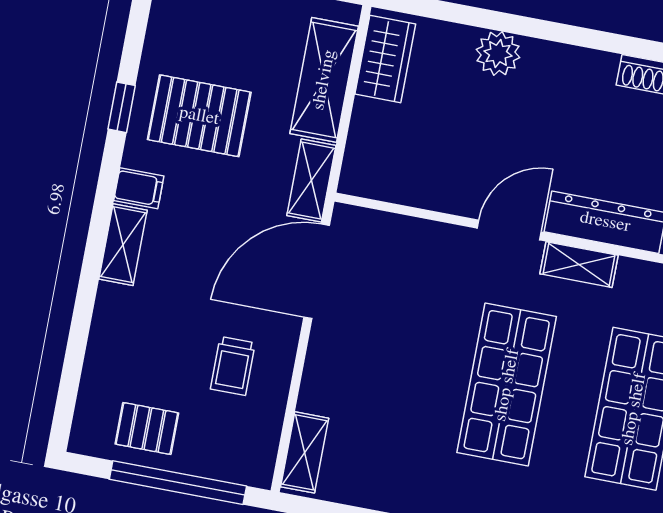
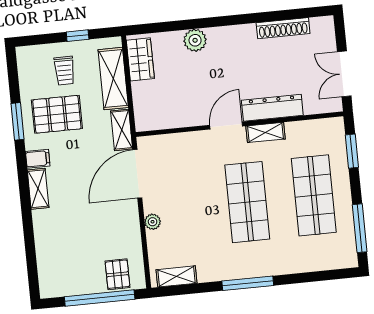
window: (122, 107) -> (18, 121), width x1.50
trolley: (233, 366) -> (64, 71), moved
plant: (319, 369) -> (153, 222), added
pallet: (147, 428) -> (117, 274), moved, turned 90
shelving: (305, 452) -> (177, 276), moved, turned 90

